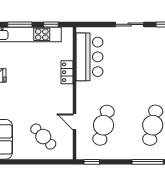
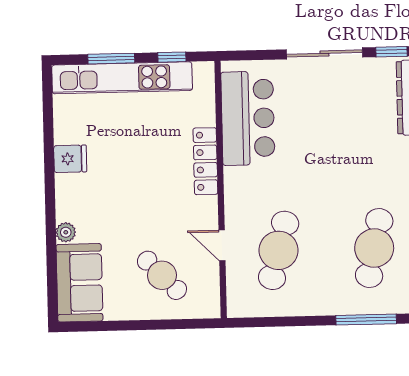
sliding door: (130, 24) -> (324, 53), width x1.37
locker: (67, 72) -> (205, 161), width x1.53
window: (92, 162) -> (257, 322), removed

